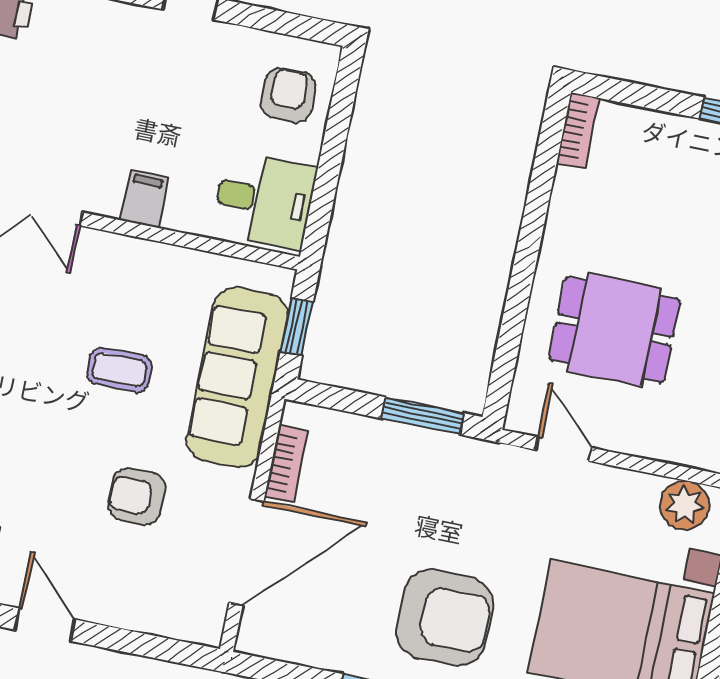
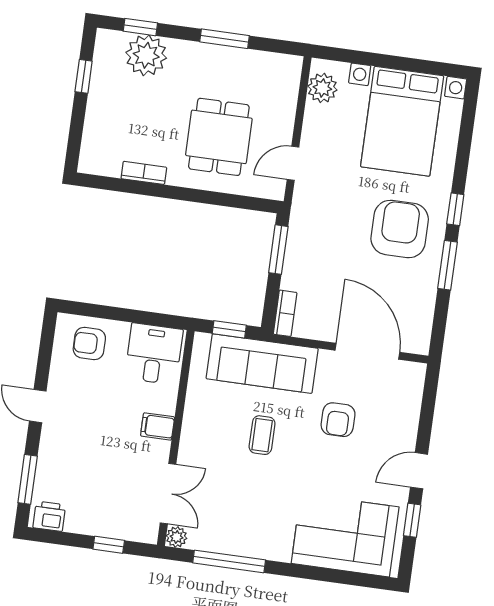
bookcase: (578, 131) -> (144, 173), moved
bookcase: (286, 464) -> (285, 313), moved, turned 90

